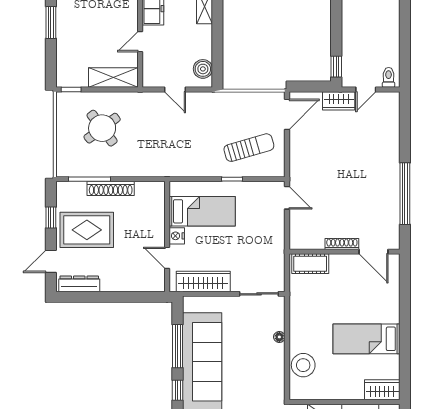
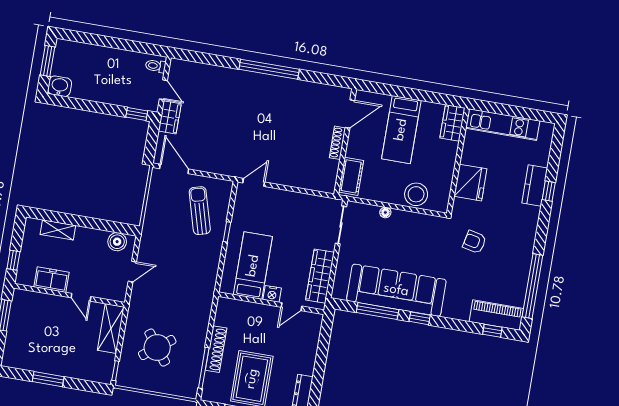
shoe rack: (342, 244) -> (337, 143), moved
wall: (344, 252) -> (345, 142), moved
door: (373, 252) -> (350, 114), moved
cot: (310, 264) -> (351, 176), moved

